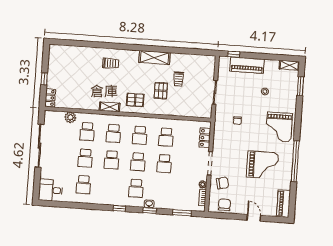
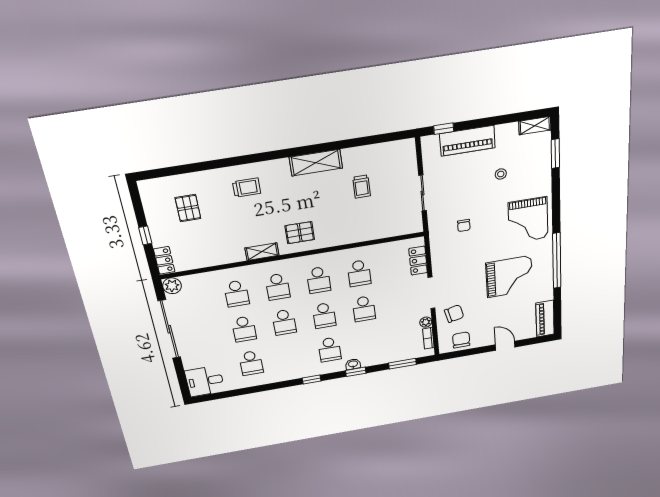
pallet: (161, 91) -> (188, 208), moved
plant: (70, 117) -> (172, 286), moved

